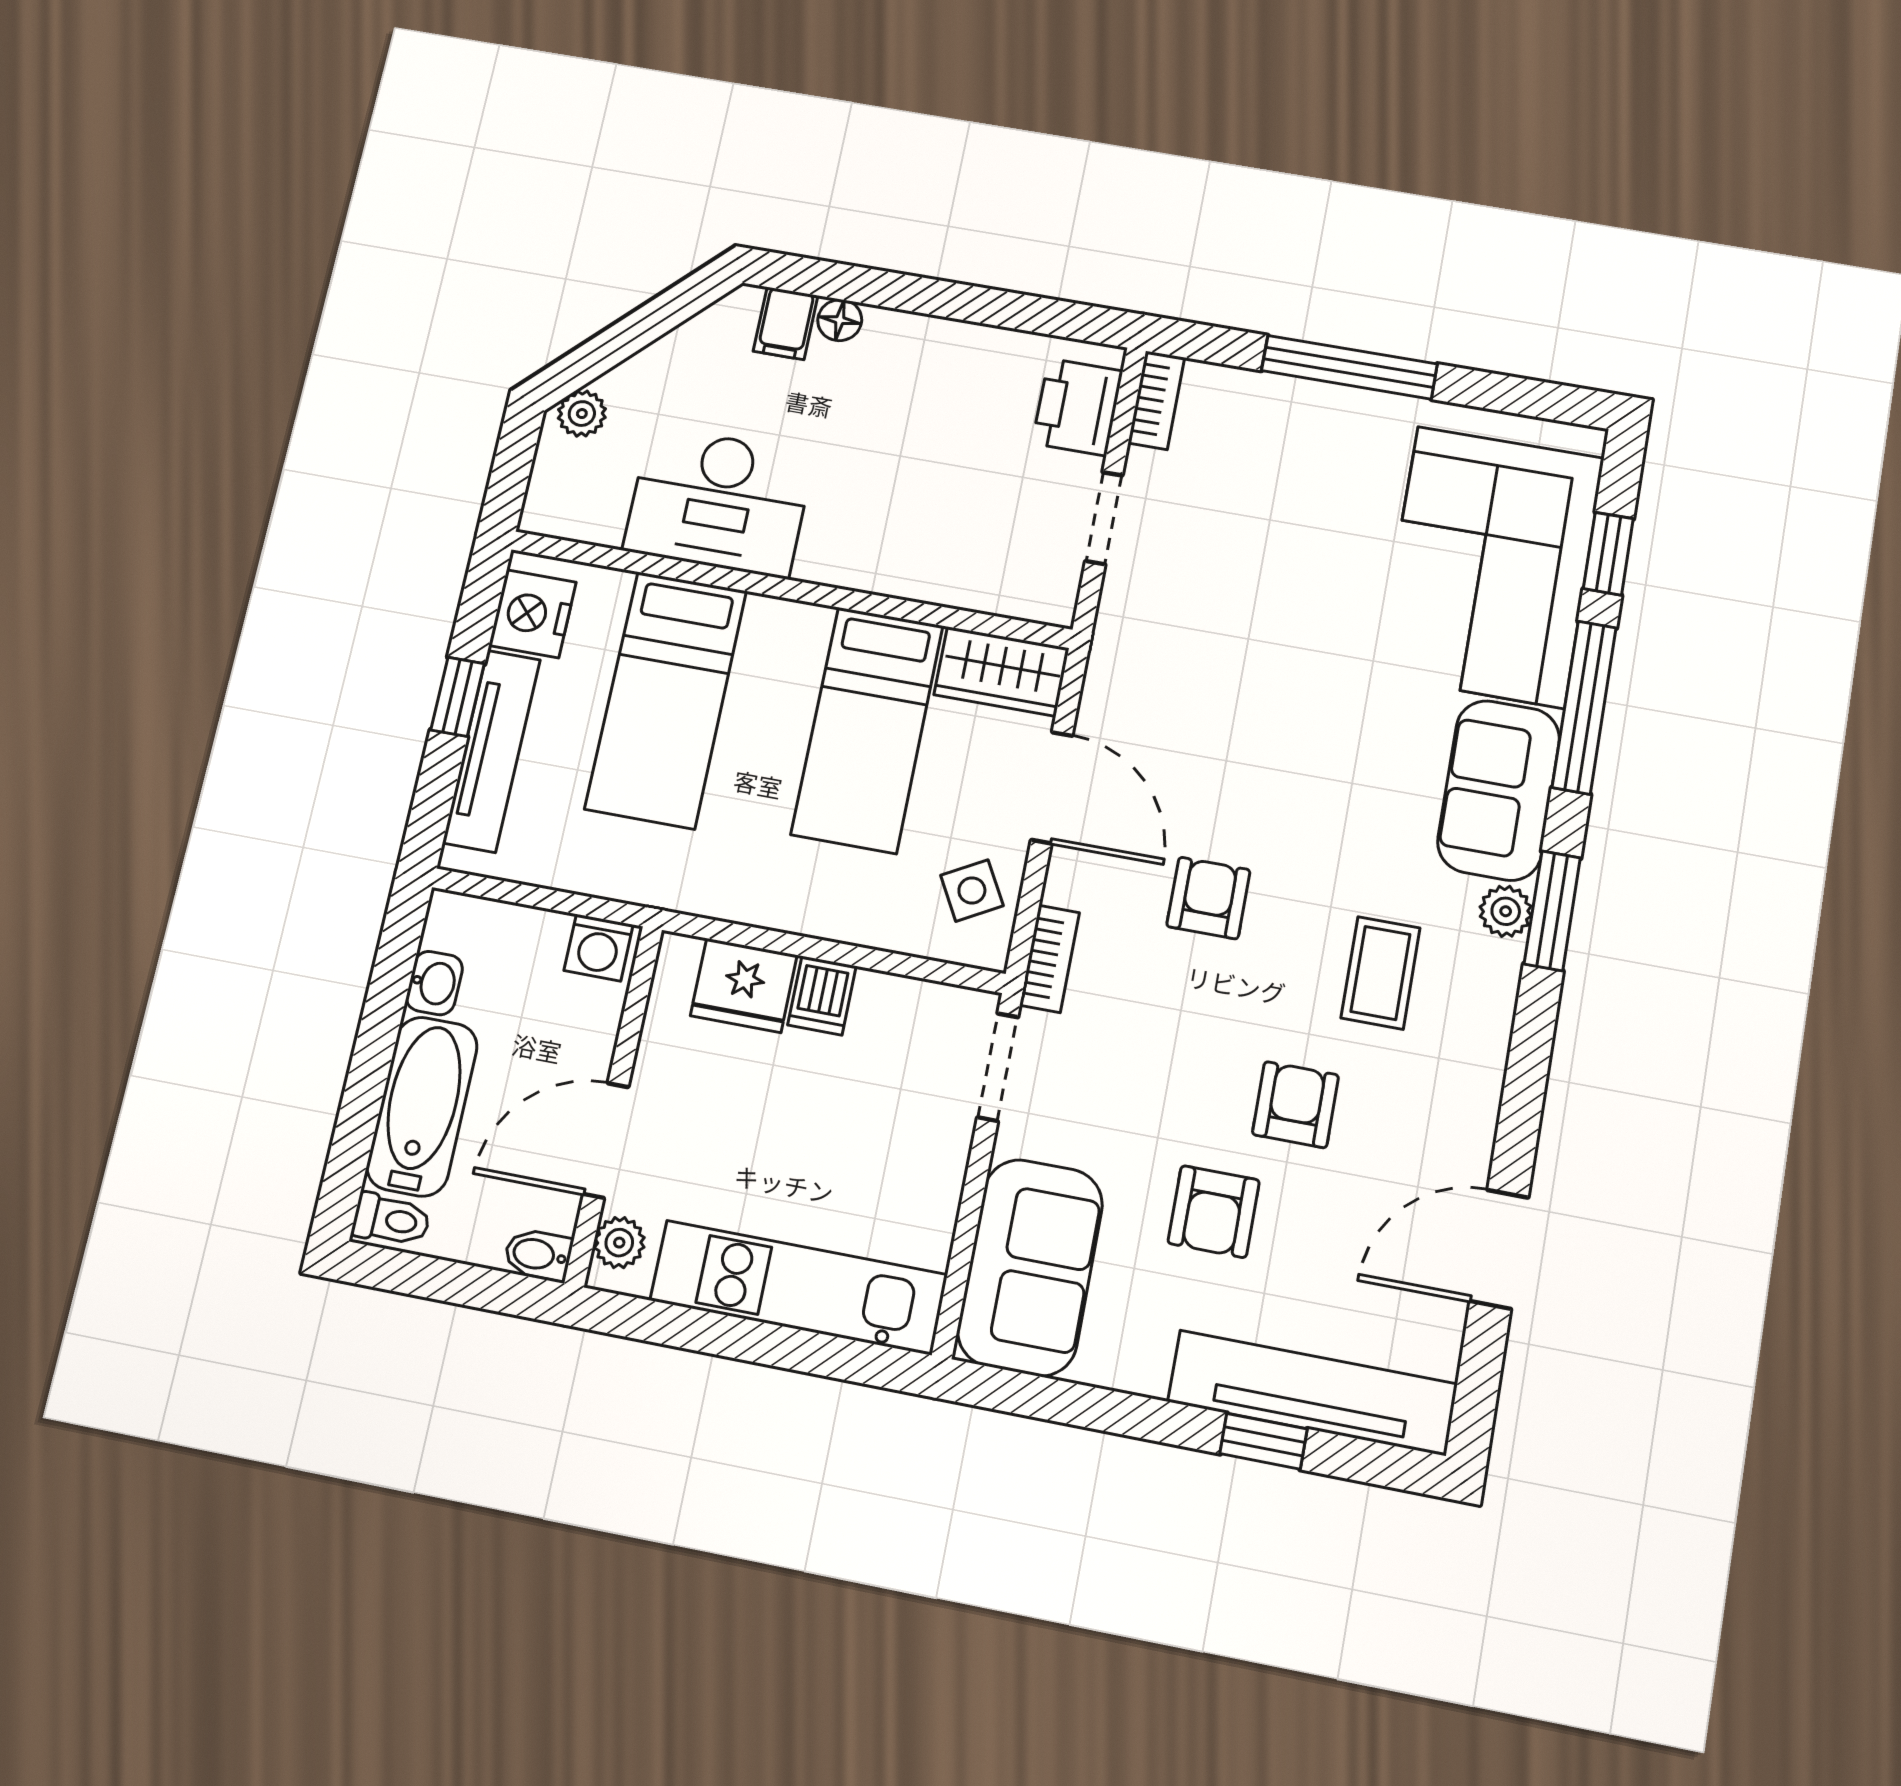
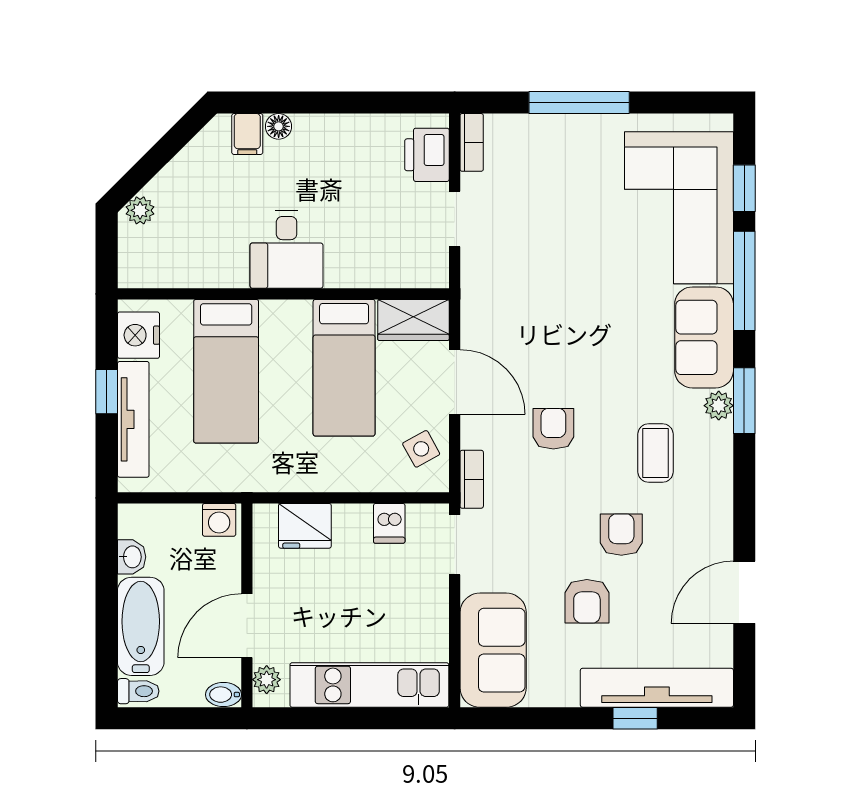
desk: (719, 502) -> (287, 249), moved, width x0.73
dishwasher: (822, 996) -> (389, 523), moved

